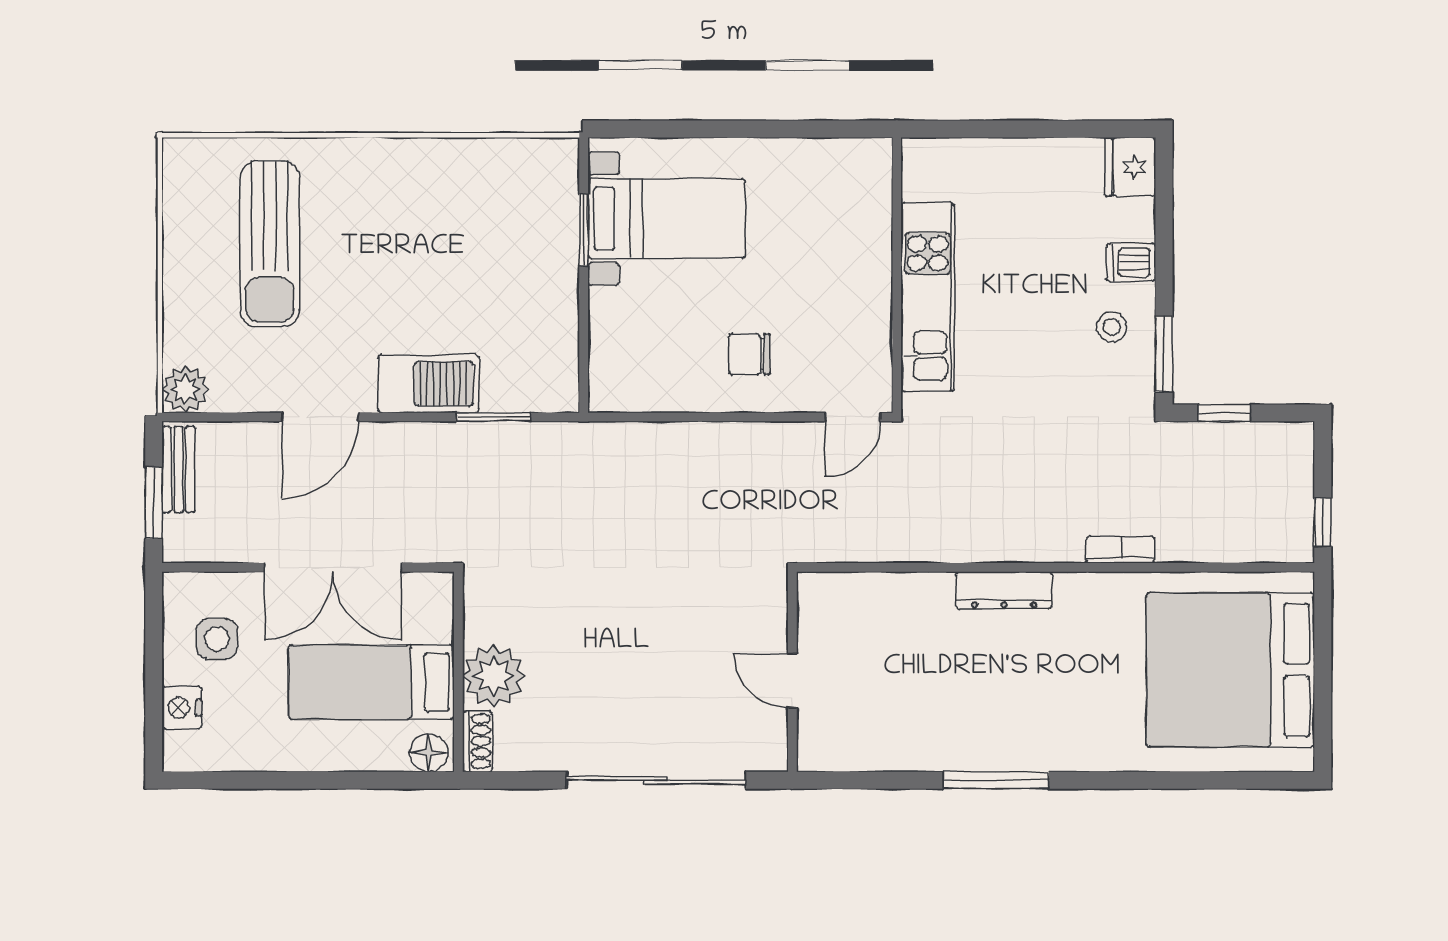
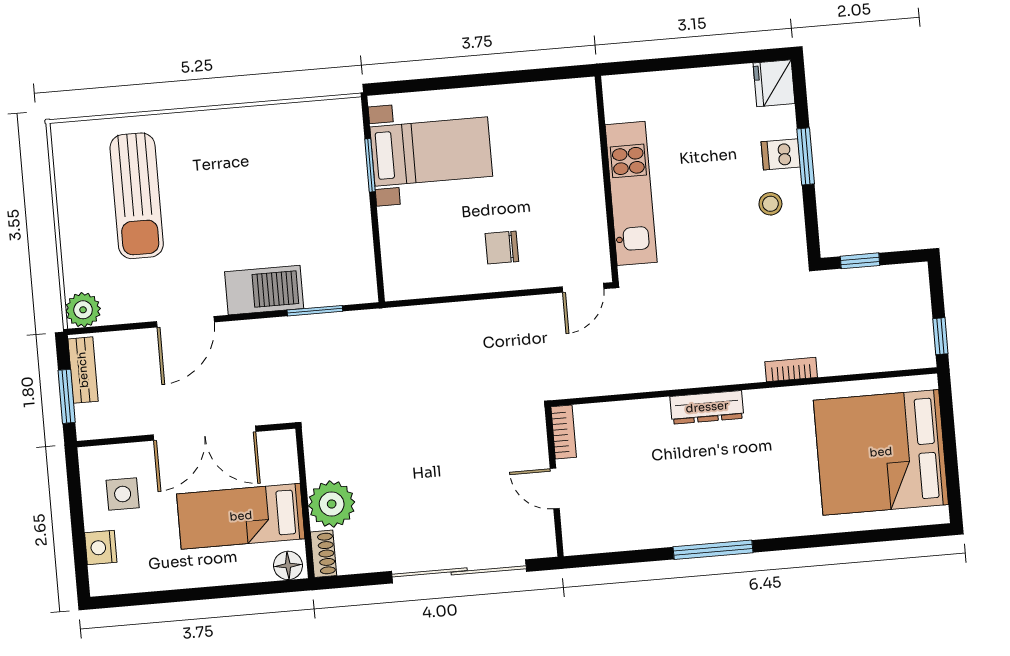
window: (1164, 354) -> (806, 156), moved
bookcase: (811, 607) -> (564, 432), added

